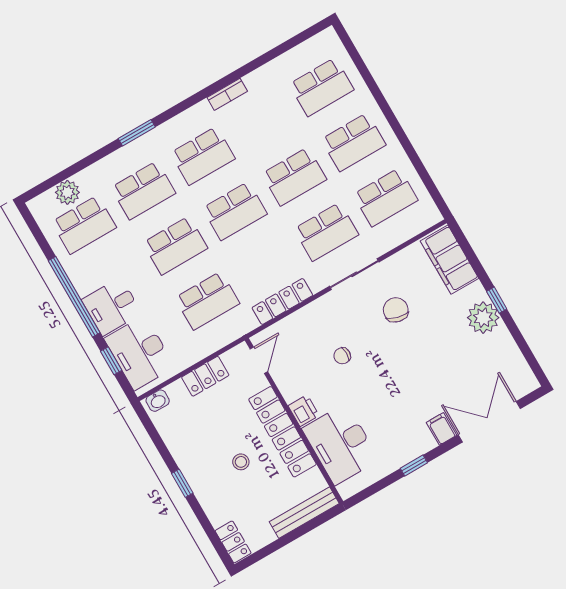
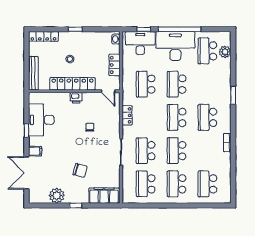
school desk: (143, 190) -> (207, 84), removed
locker: (282, 301) -> (127, 115), width x0.66
desk: (112, 307) -> (175, 46), width x1.87, depth x1.30
chair: (396, 310) -> (80, 170), moved
plant: (483, 318) -> (57, 196), moved
double door: (489, 422) -> (26, 173), swing flipped
desk: (341, 444) -> (41, 120), moved, turned -90
locker: (233, 542) -> (43, 36), width x1.53

